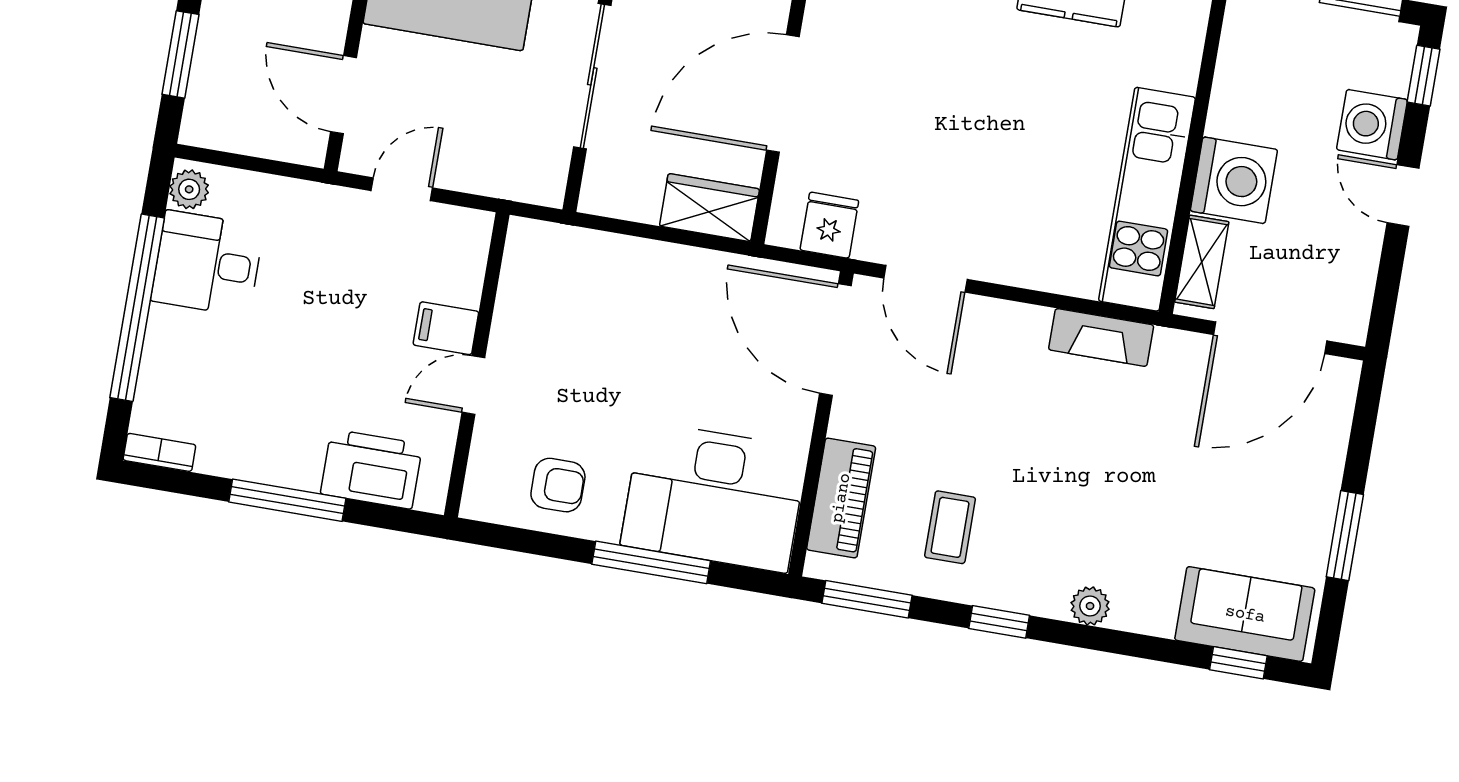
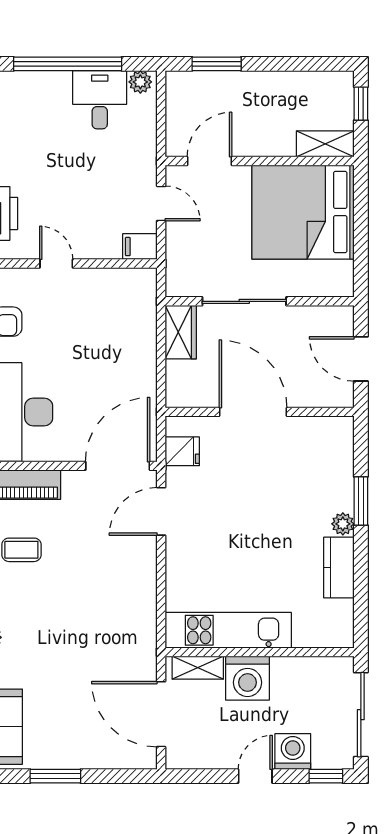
wardrobe: (709, 208) -> (181, 332), moved
filing cabinet: (446, 328) -> (140, 247), moved, turned -90
fireplace: (1101, 337) -> (145, 618), removed

